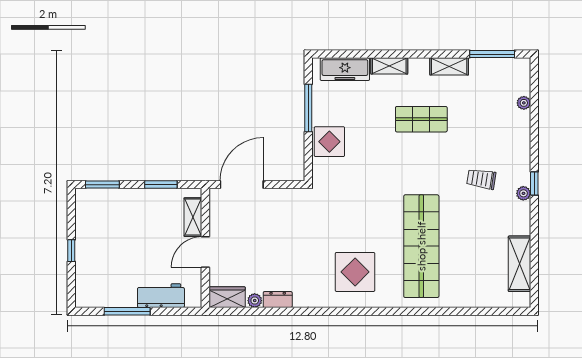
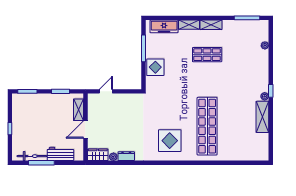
shelving: (449, 66) -> (211, 25), moved
trolley: (481, 179) -> (241, 88), removed
door: (242, 185) -> (106, 91), width x0.53
shelving: (520, 264) -> (262, 117), moved
bicycle: (110, 299) -> (32, 156), added

